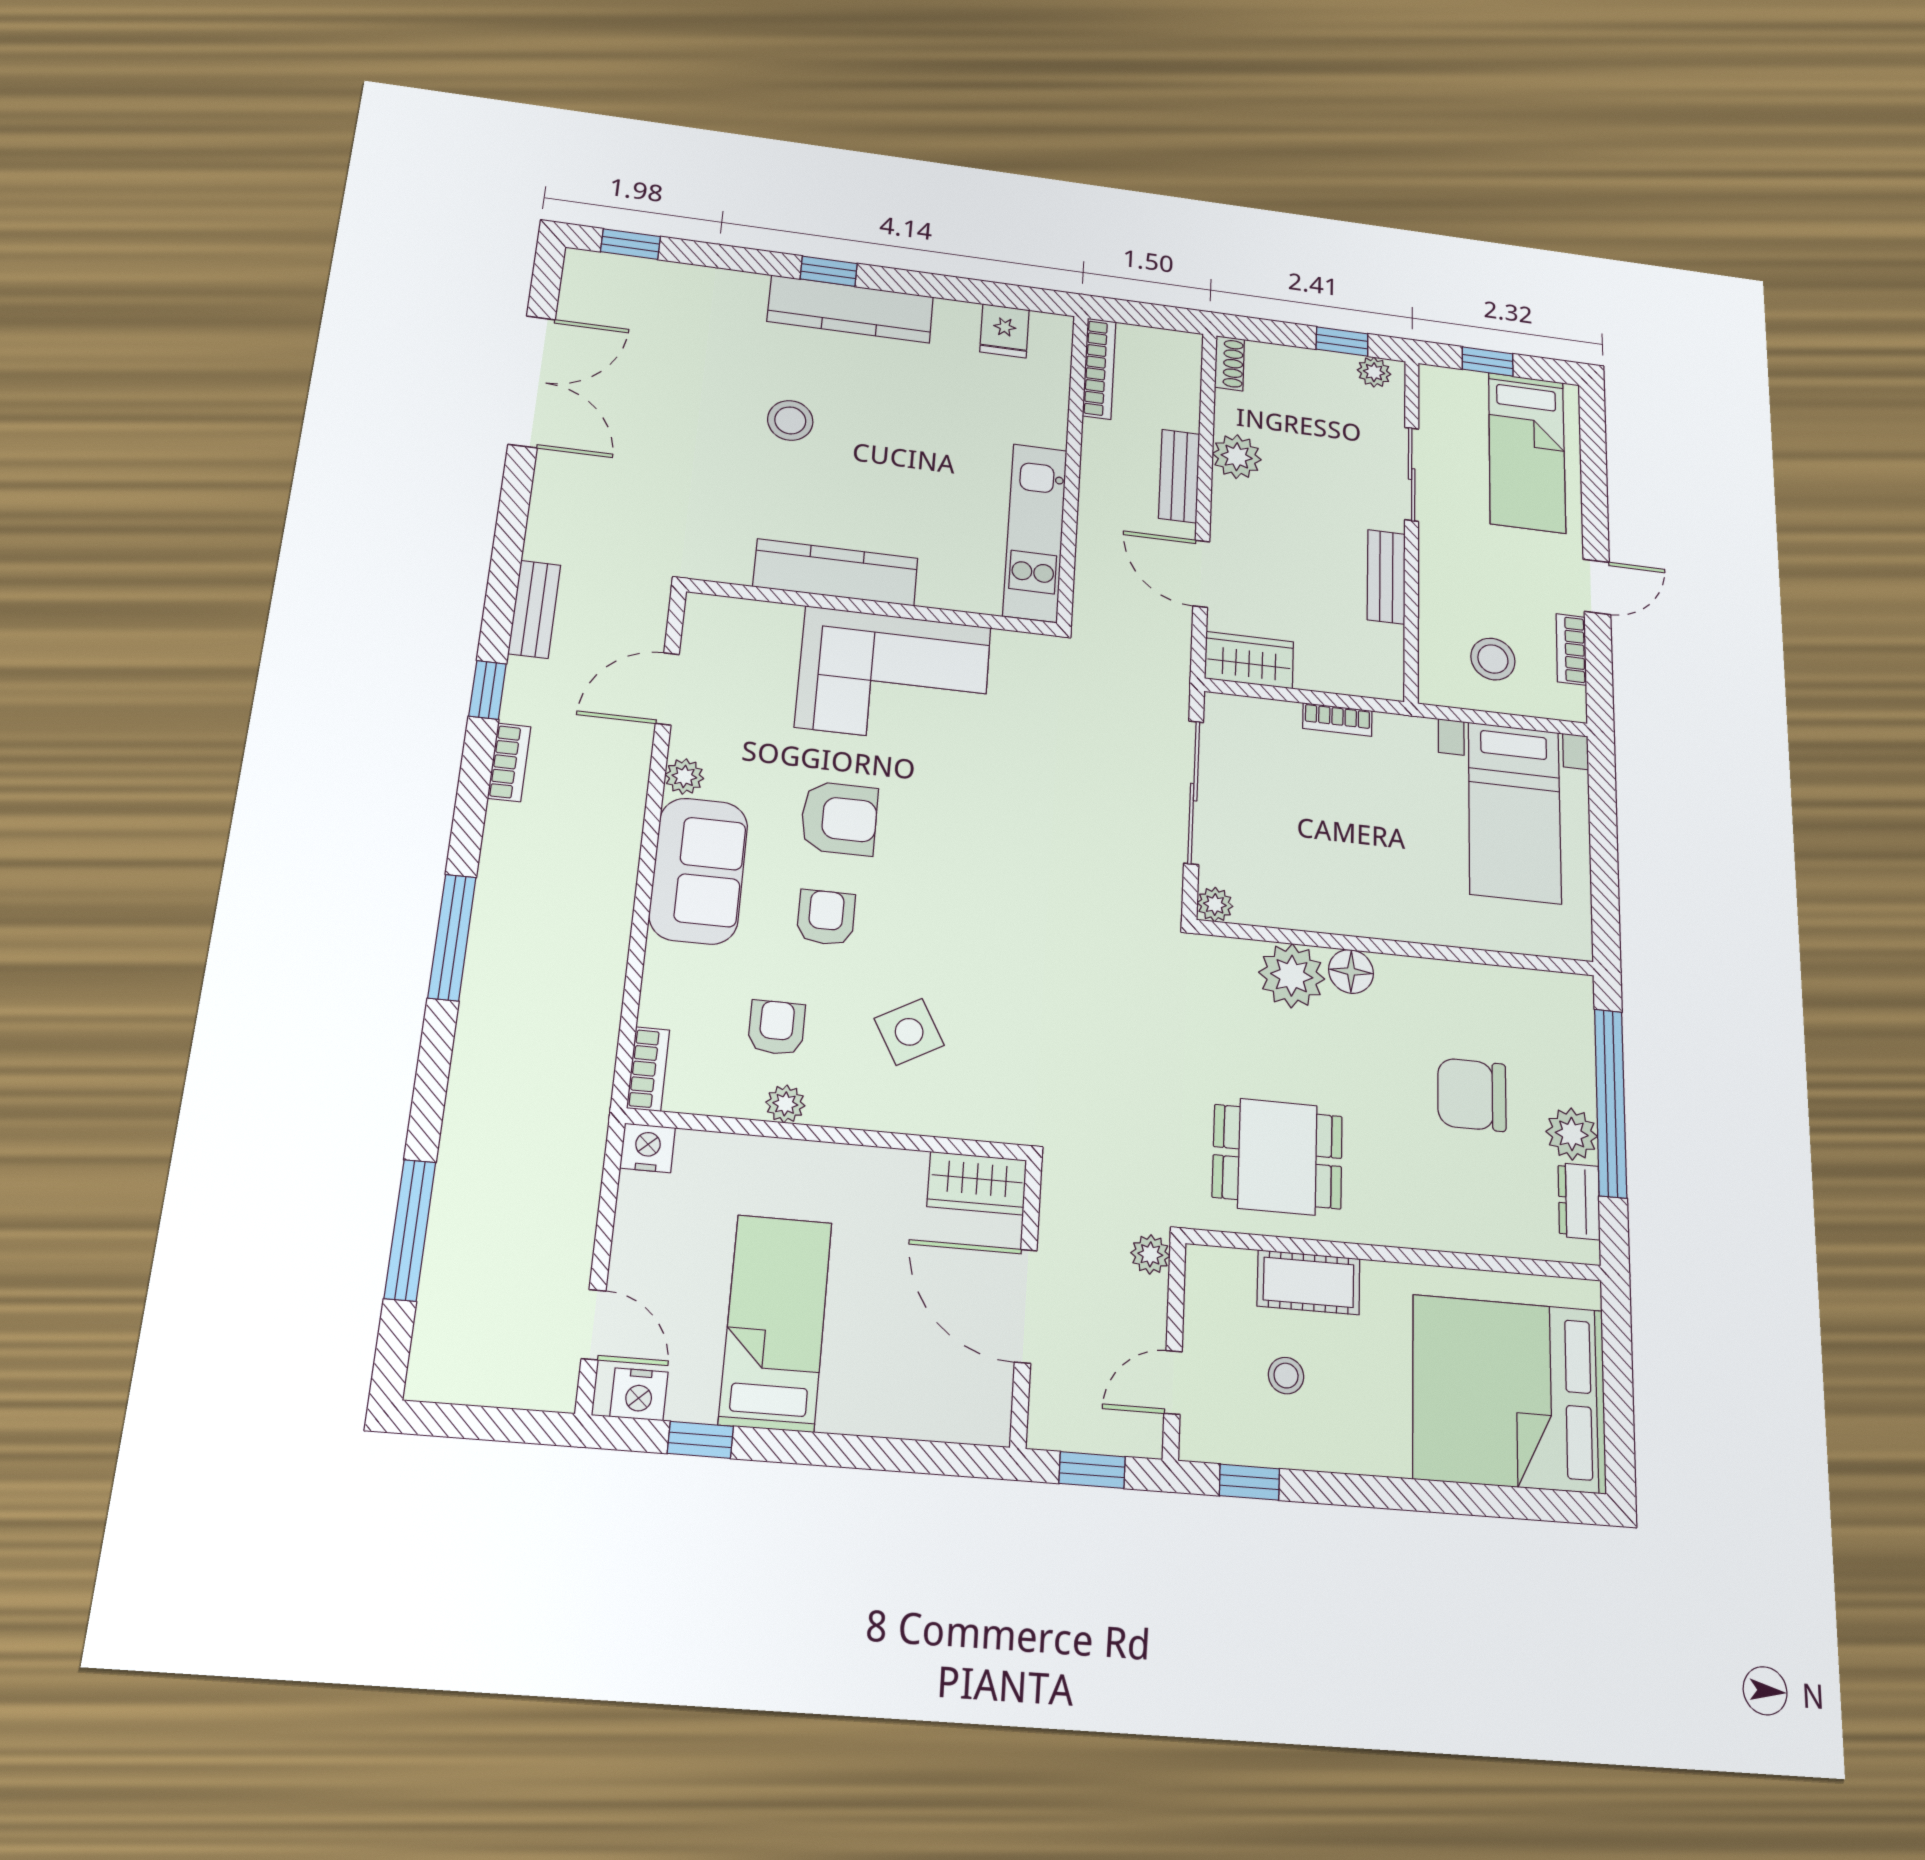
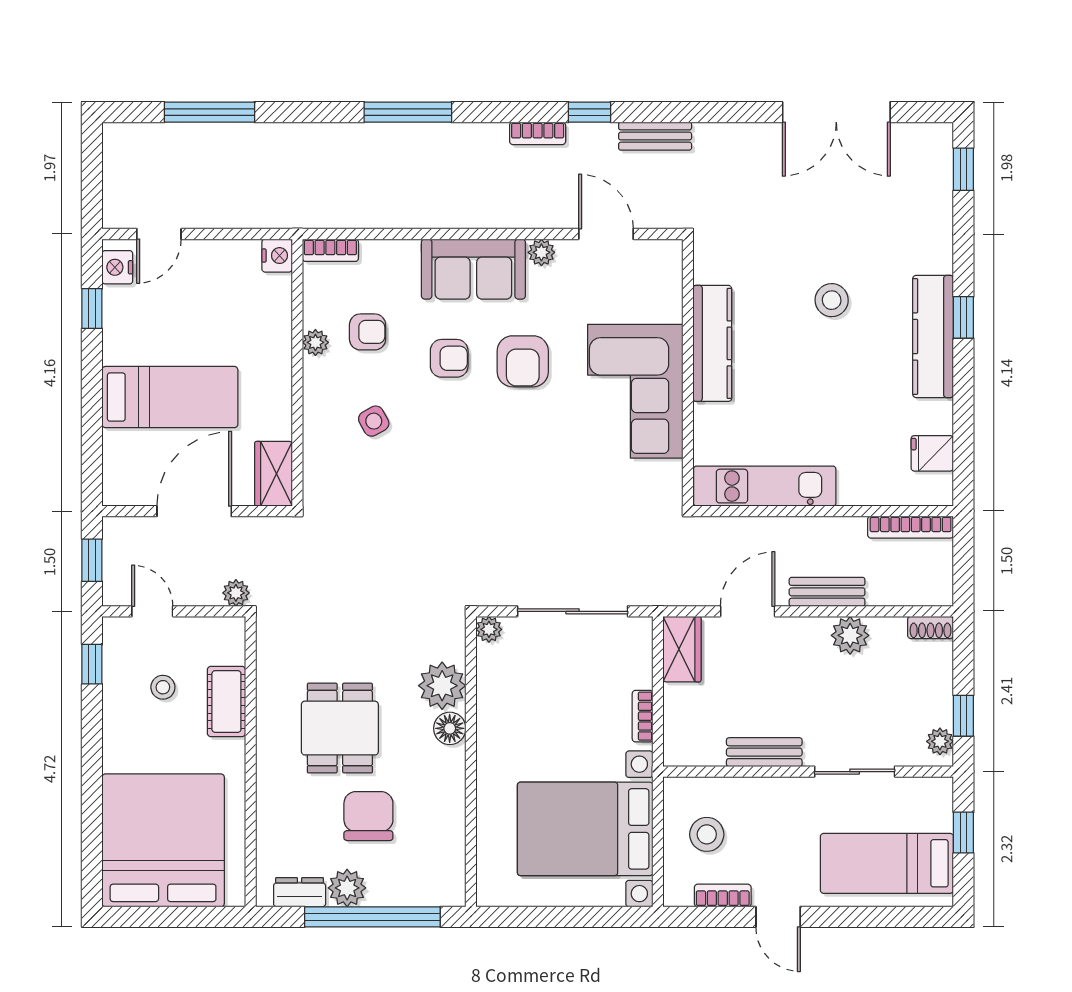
bed with nightstands: (1515, 812) -> (585, 829), width x1.36
side table: (909, 1032) -> (374, 421), width x0.73, depth x0.73
dining table: (1278, 1157) -> (340, 728), moved
bed: (776, 1322) -> (170, 397), moved

